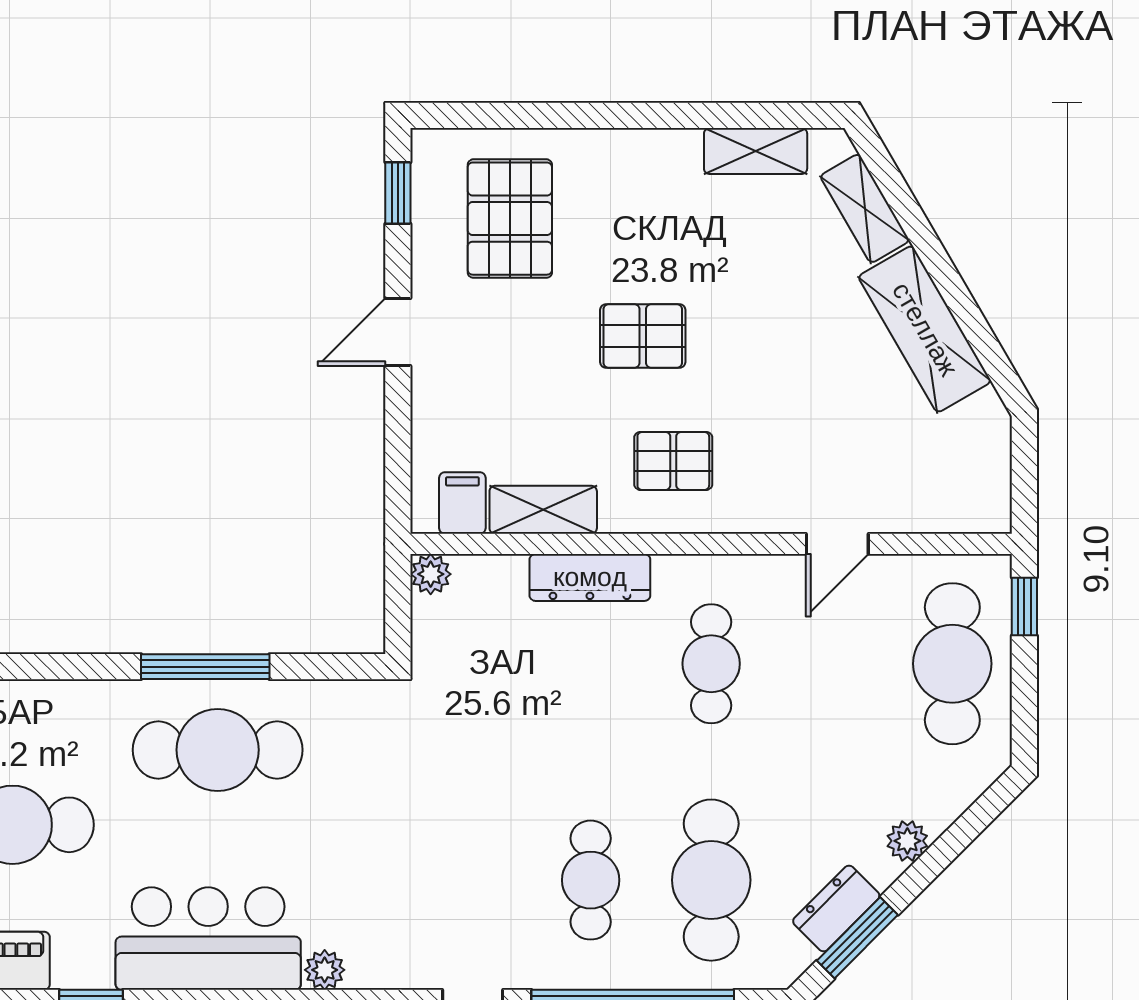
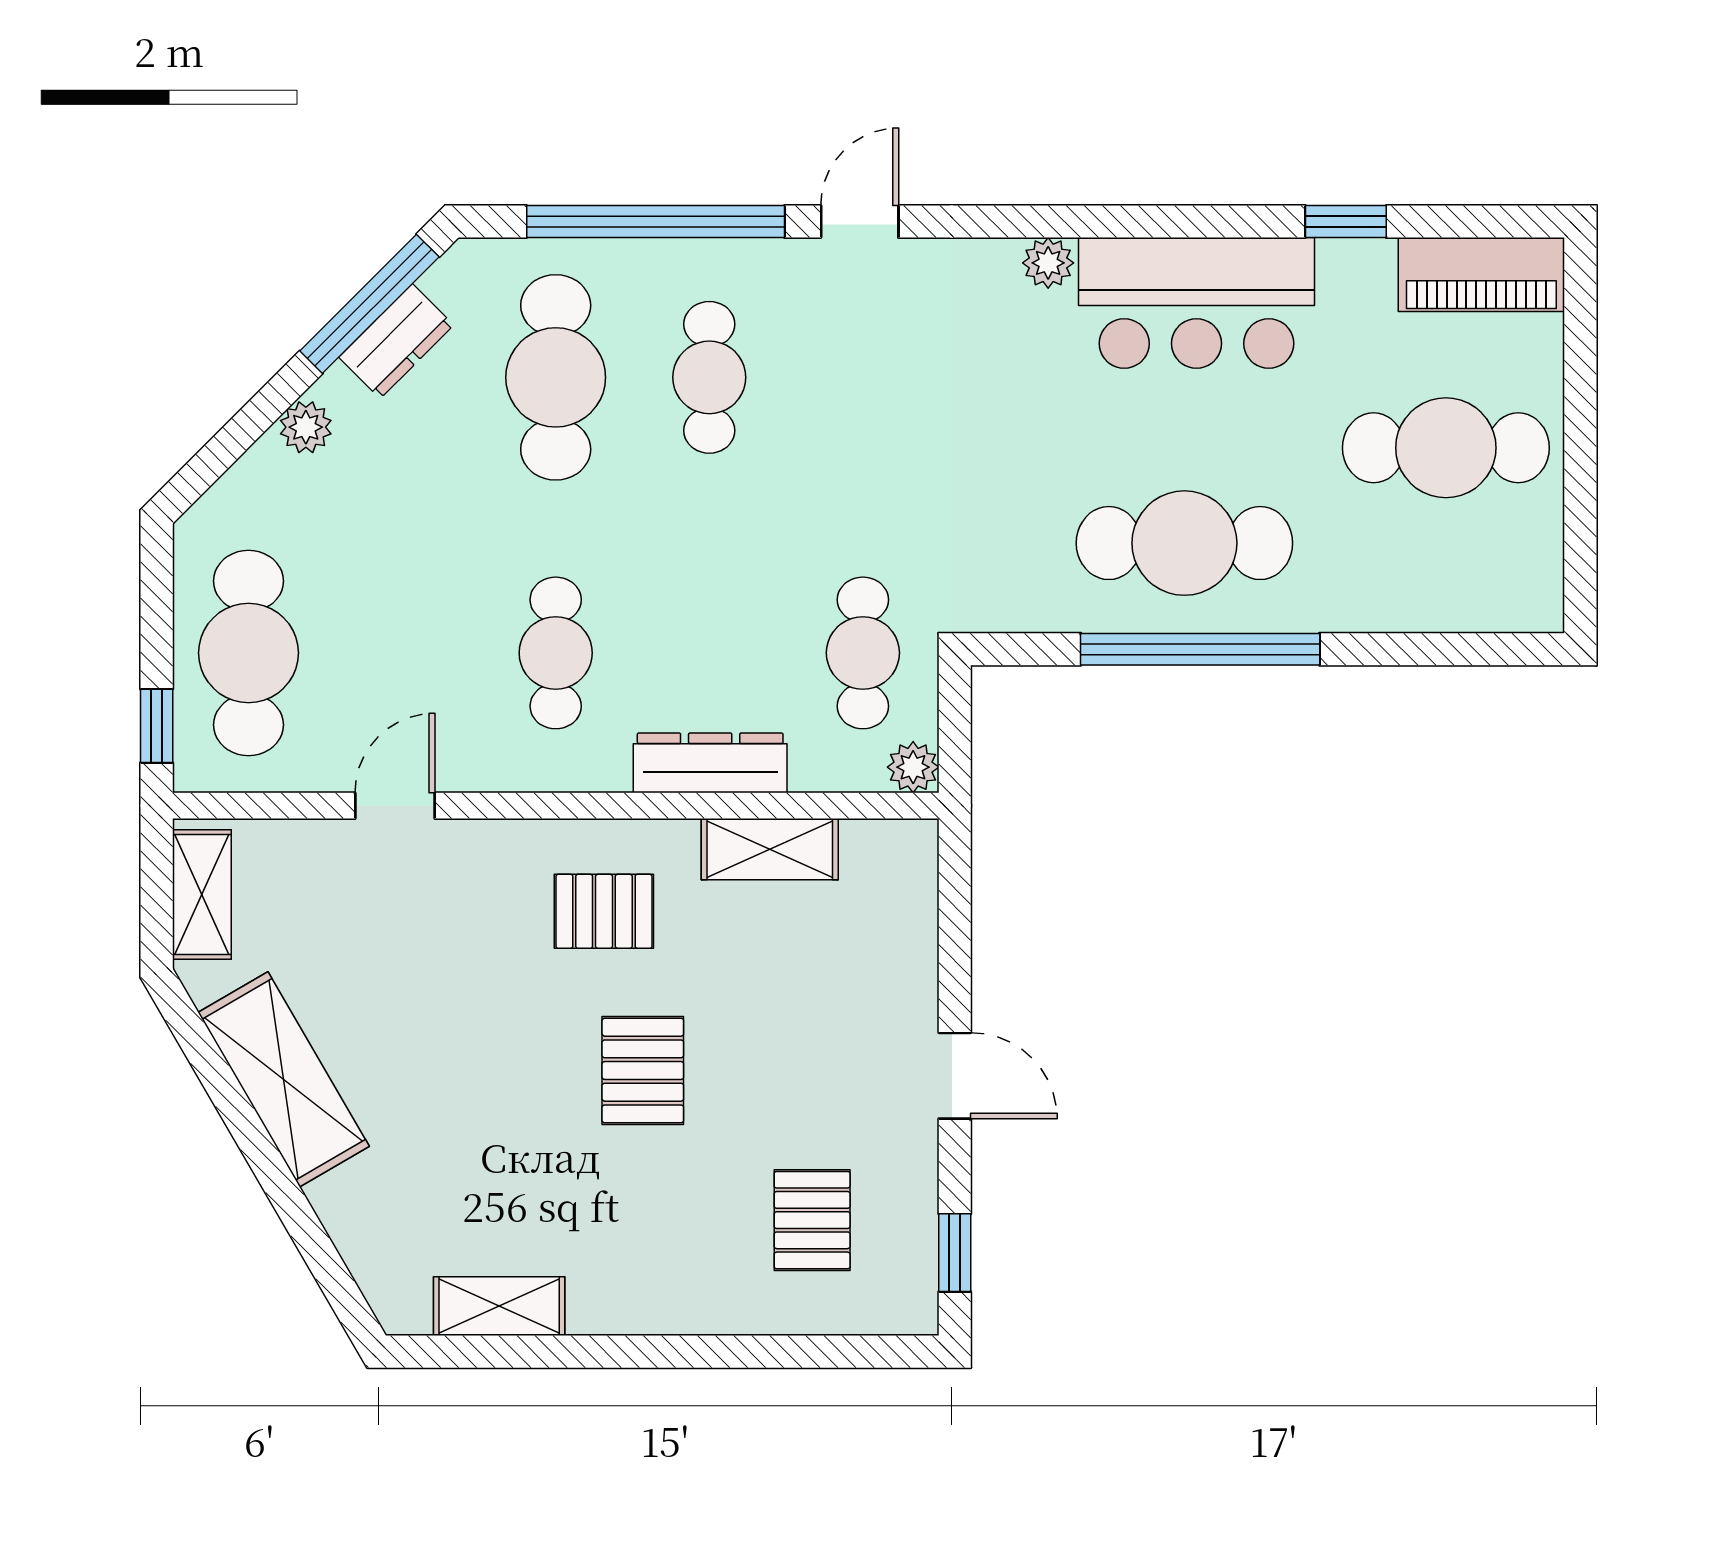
shelving: (865, 208) -> (202, 895), moved, turned 30
pallet: (510, 219) -> (812, 1220), width x0.67, depth x0.71
door: (398, 332) -> (955, 1076), hinge flipped
pallet: (643, 336) -> (643, 1071), turned 90
filing cabinet: (462, 503) -> (873, 858), removed
cafe table: (470, 664) -> (863, 653), added
window: (205, 667) -> (1200, 649), width x1.46
window: (857, 938) -> (369, 304), width x1.44

